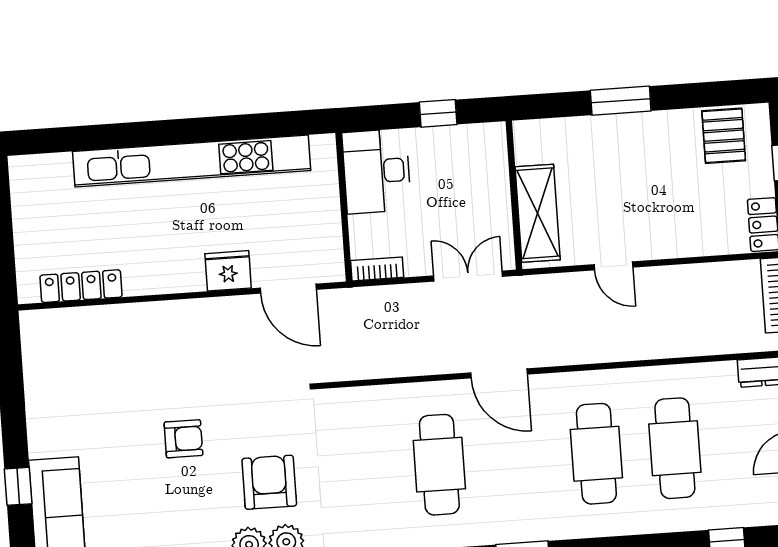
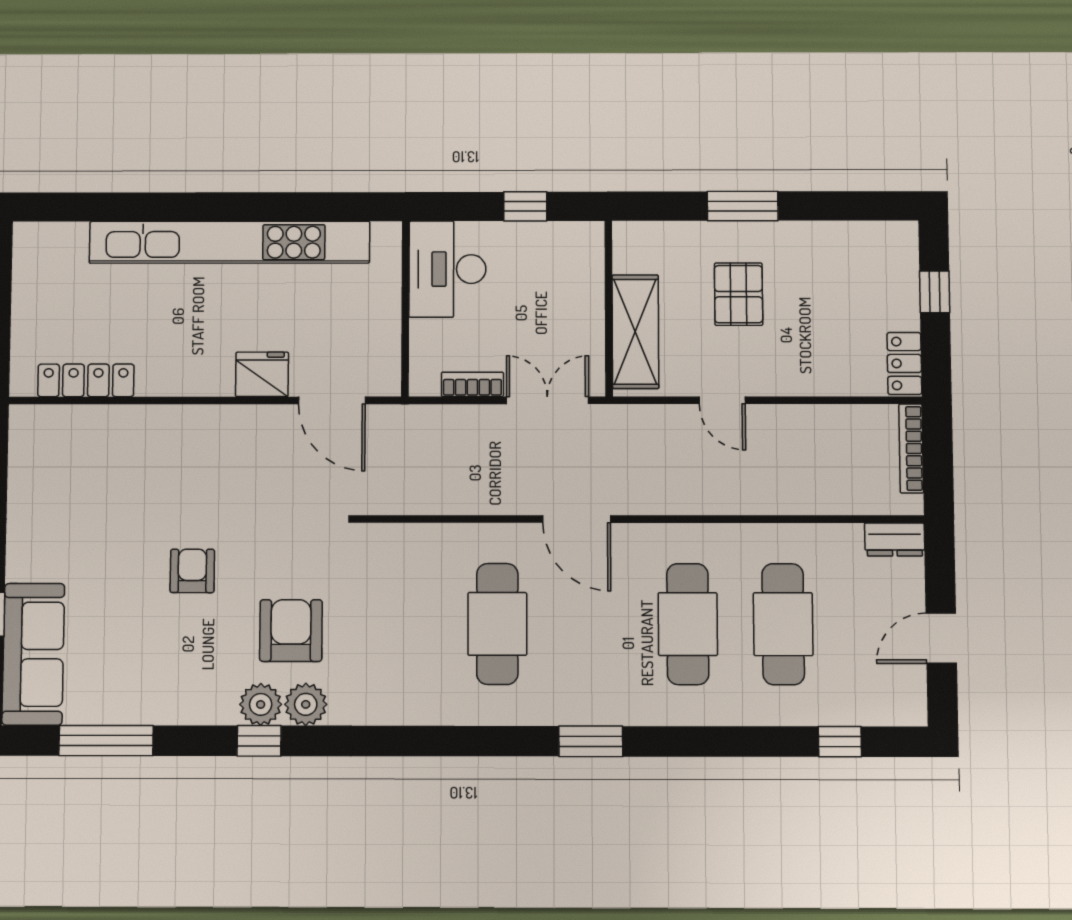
pallet: (724, 136) -> (739, 294), moved
bookcase: (377, 269) -> (472, 384), moved
armchair: (183, 439) -> (192, 571), turned -90

